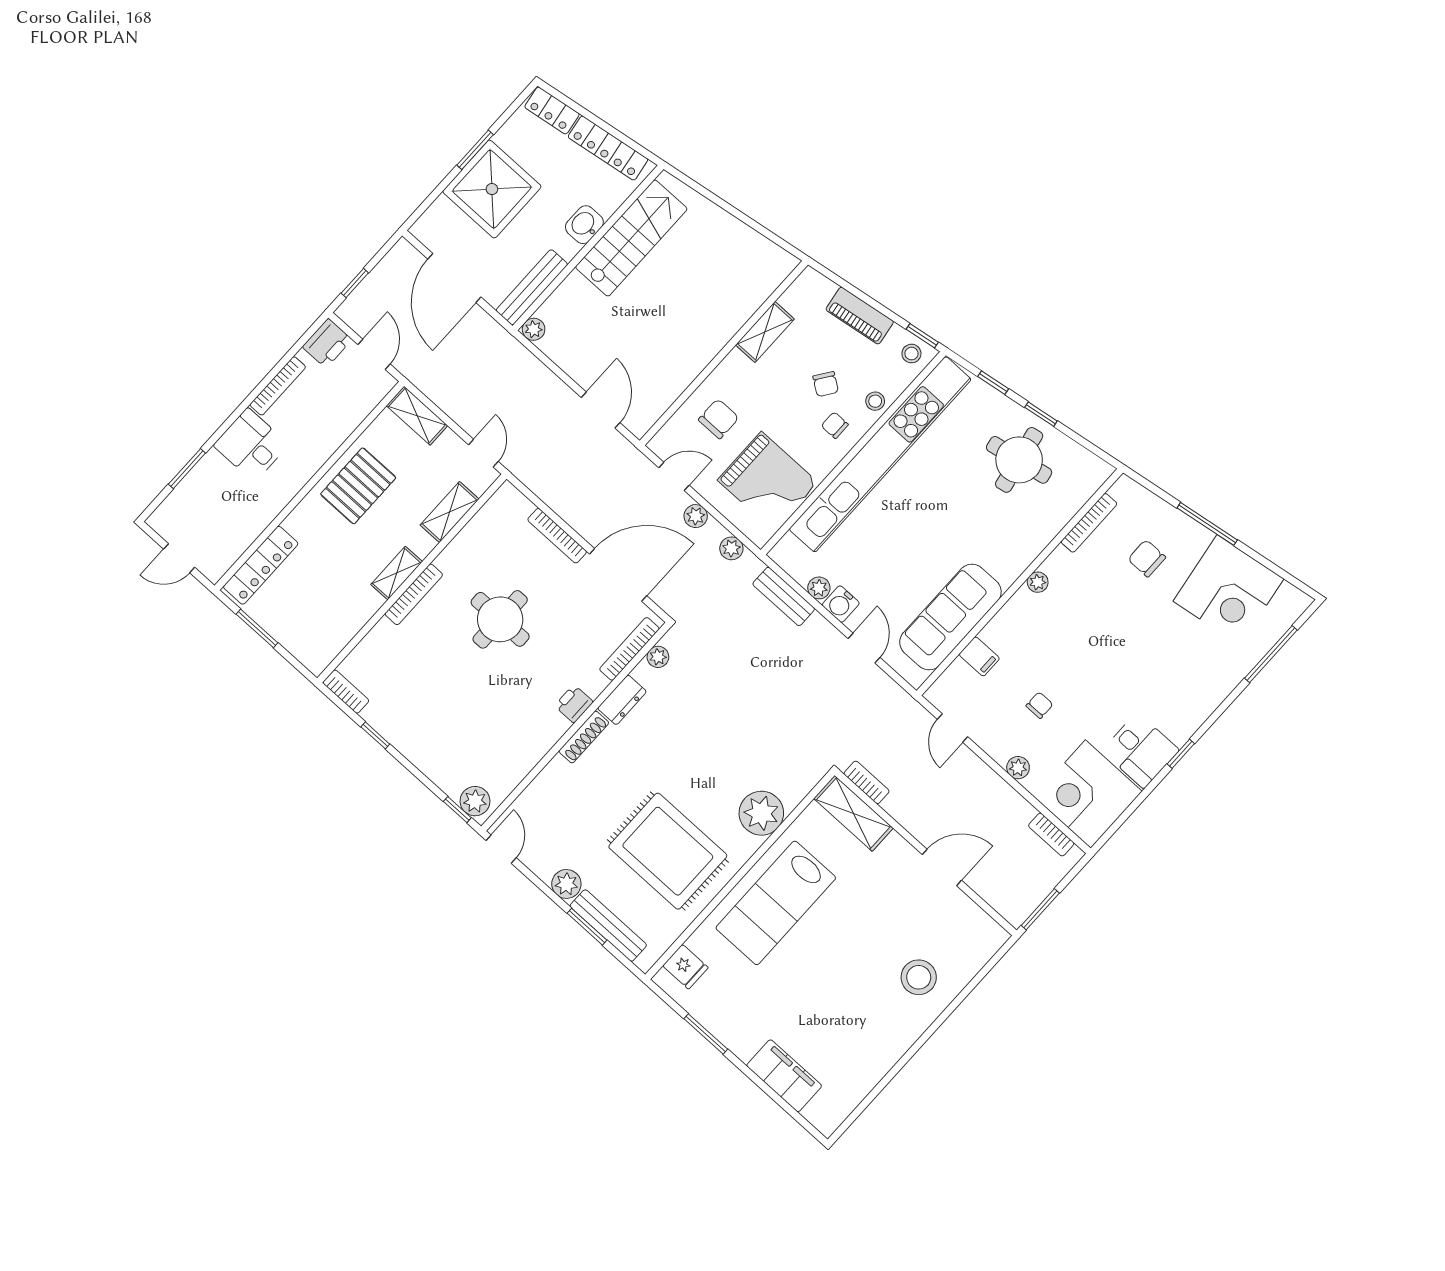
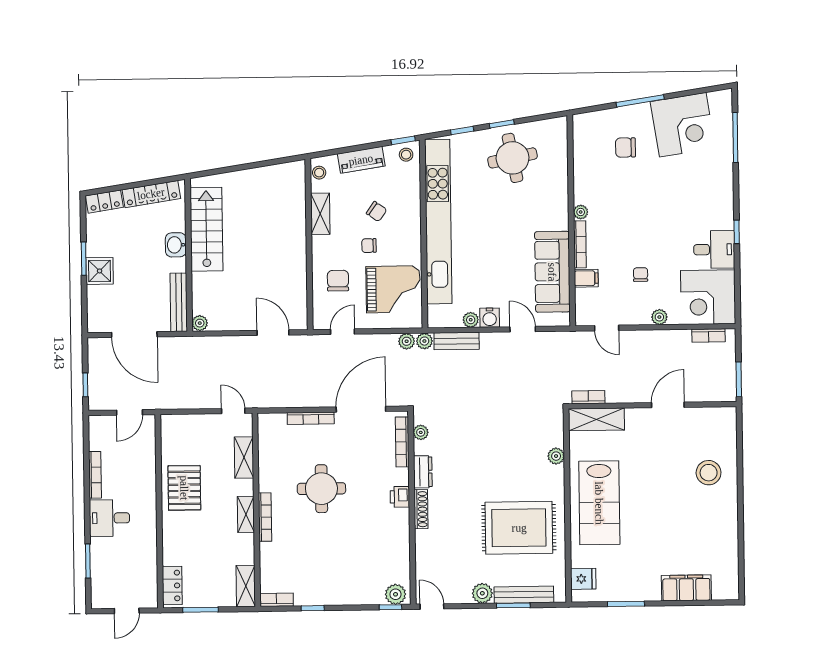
shower: (492, 189) -> (100, 271), width x0.54, depth x0.54
printer: (327, 343) -> (100, 429), removed
door: (374, 354) -> (129, 412), swing flipped
stool: (875, 401) -> (319, 173), moved
shelving: (417, 416) -> (246, 586), moved, turned 90
chair: (835, 425) -> (369, 246), moved
plant: (696, 516) -> (424, 341), moved
bookcase: (1089, 523) -> (580, 244), moved
locker: (261, 565) -> (172, 586), width x0.66
plant: (761, 813) -> (556, 456), width x0.53, depth x0.53

